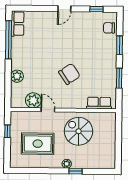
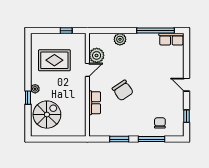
chair: (109, 28) -> (160, 123), moved
window: (120, 45) -> (151, 139), width x1.44
row of seats: (99, 103) -> (95, 103), moved
spiral stairs: (79, 131) -> (47, 115), moved
rug: (38, 144) -> (54, 60), turned 90

